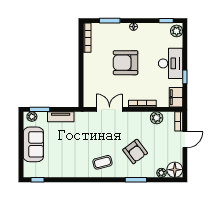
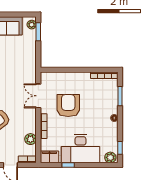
armchair: (126, 63) -> (68, 106), moved
desk: (171, 63) -> (81, 149), width x1.36, depth x1.30
double door: (110, 109) -> (38, 96), swing flipped
tv unit: (61, 117) -> (31, 51), removed

